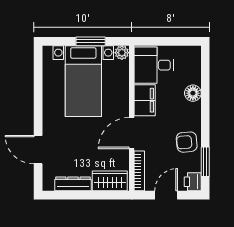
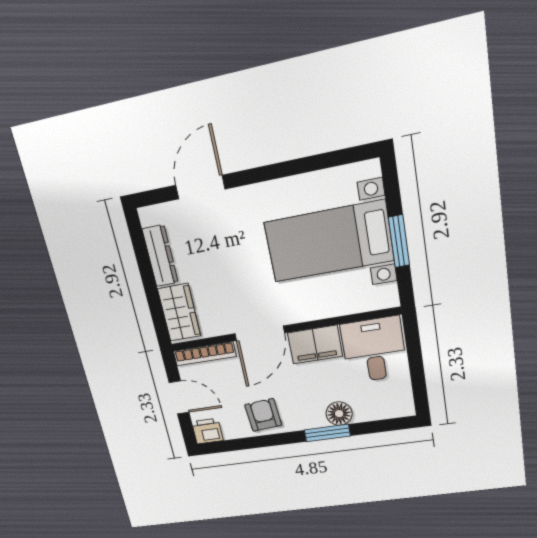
plant: (122, 53) -> (387, 296), removed
door: (132, 133) -> (260, 333), swing flipped
window: (205, 162) -> (327, 433), moved

